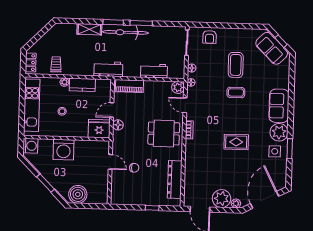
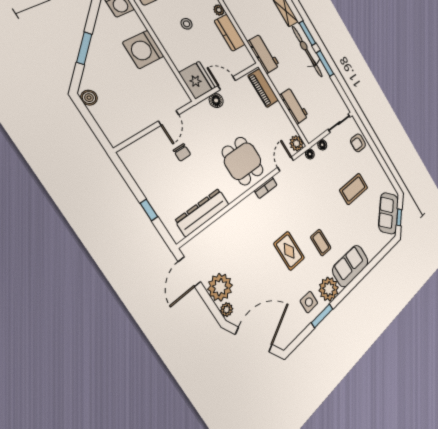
coffee table: (236, 92) -> (321, 243), moved
boiler: (78, 194) -> (89, 98), width x0.54, depth x0.54

